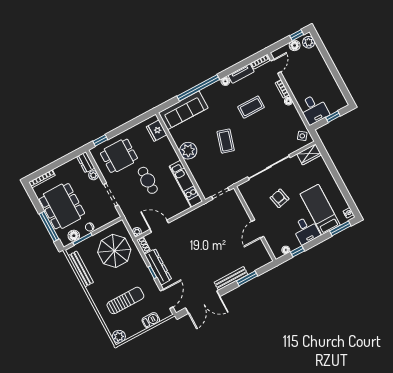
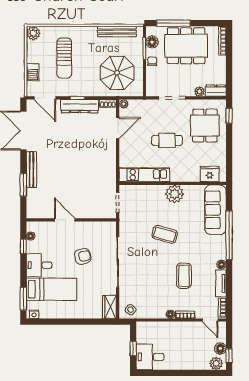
desk: (314, 109) -> (150, 357), moved

